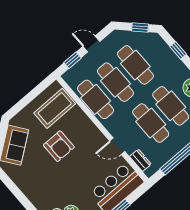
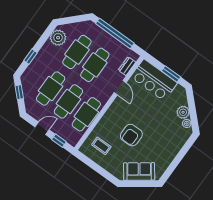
door: (91, 44) -> (42, 128), swing flipped
coffee table: (55, 108) -> (101, 146), width x0.54, depth x0.58
armchair: (59, 146) -> (131, 135), turned 180

